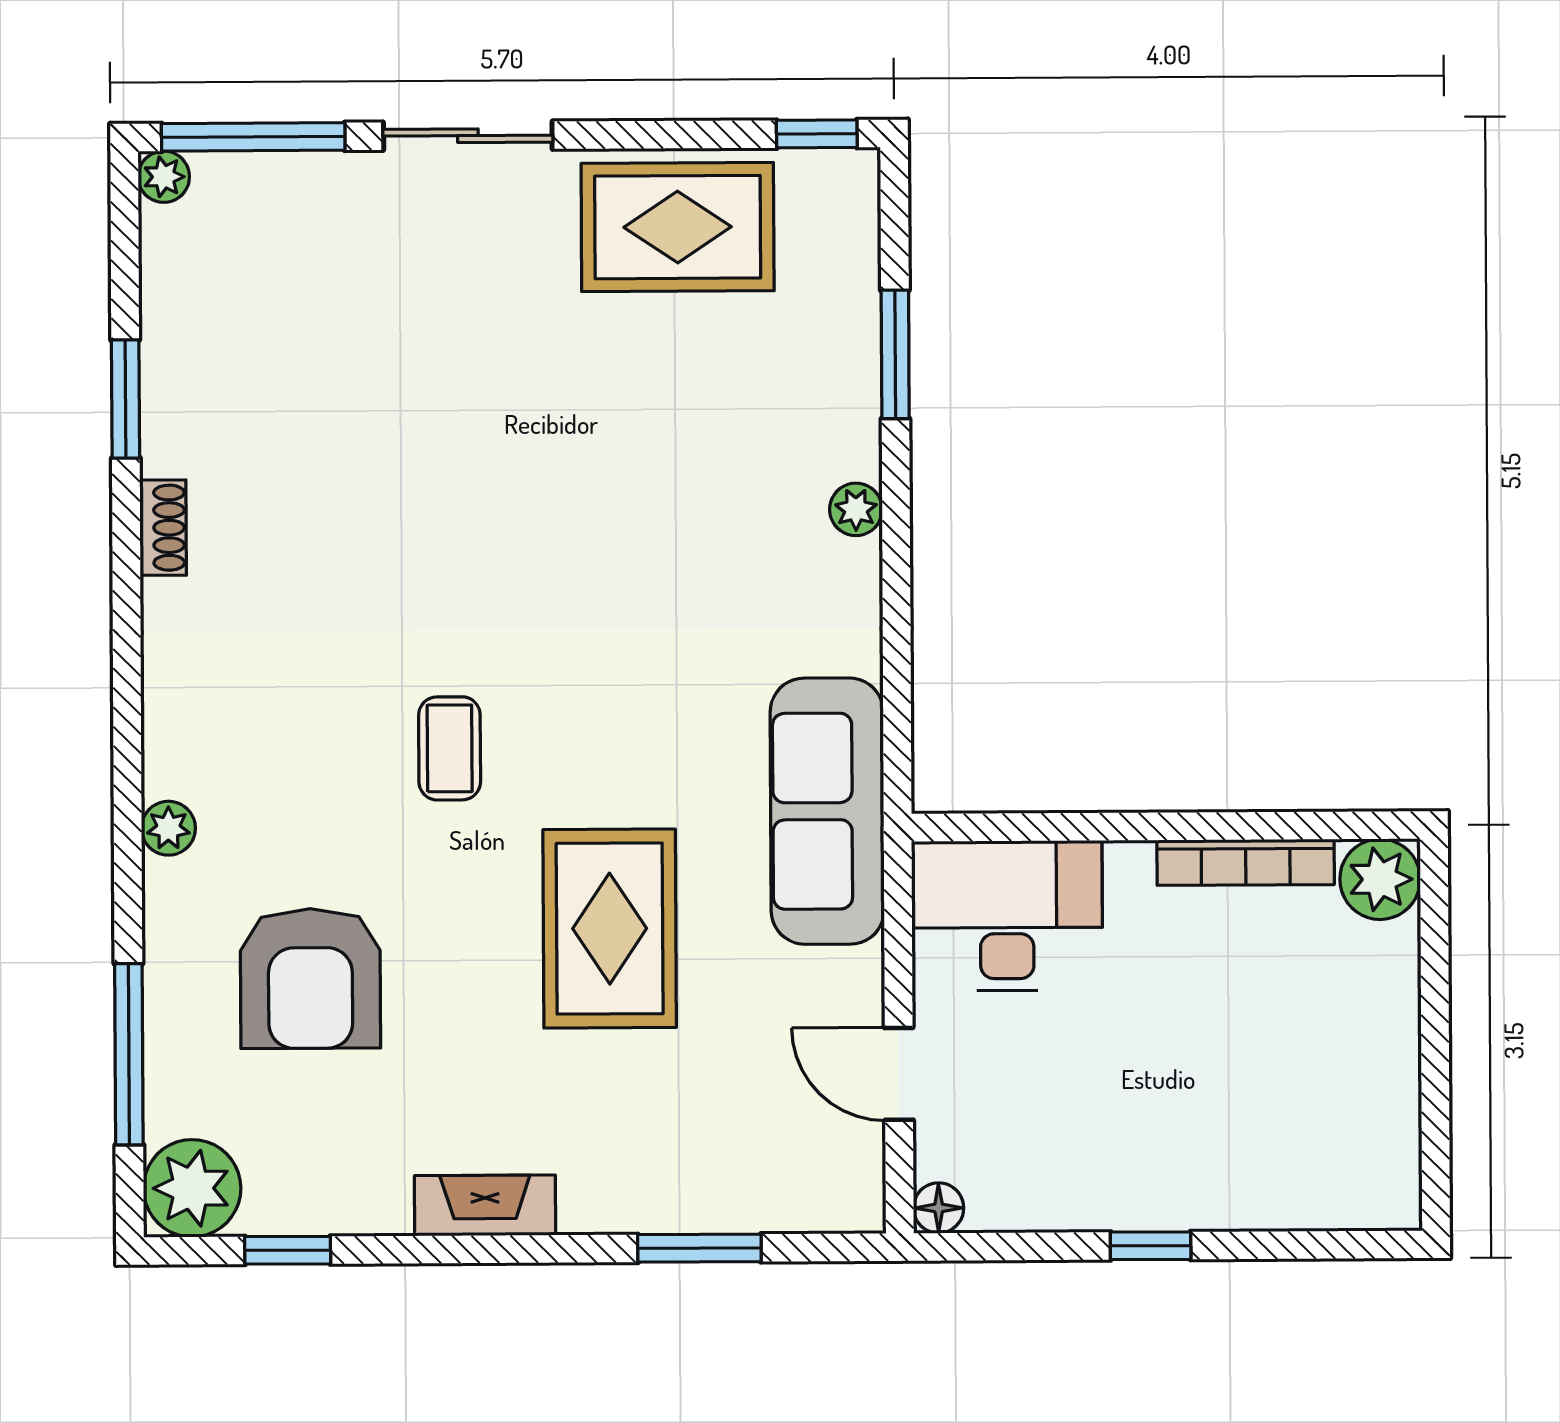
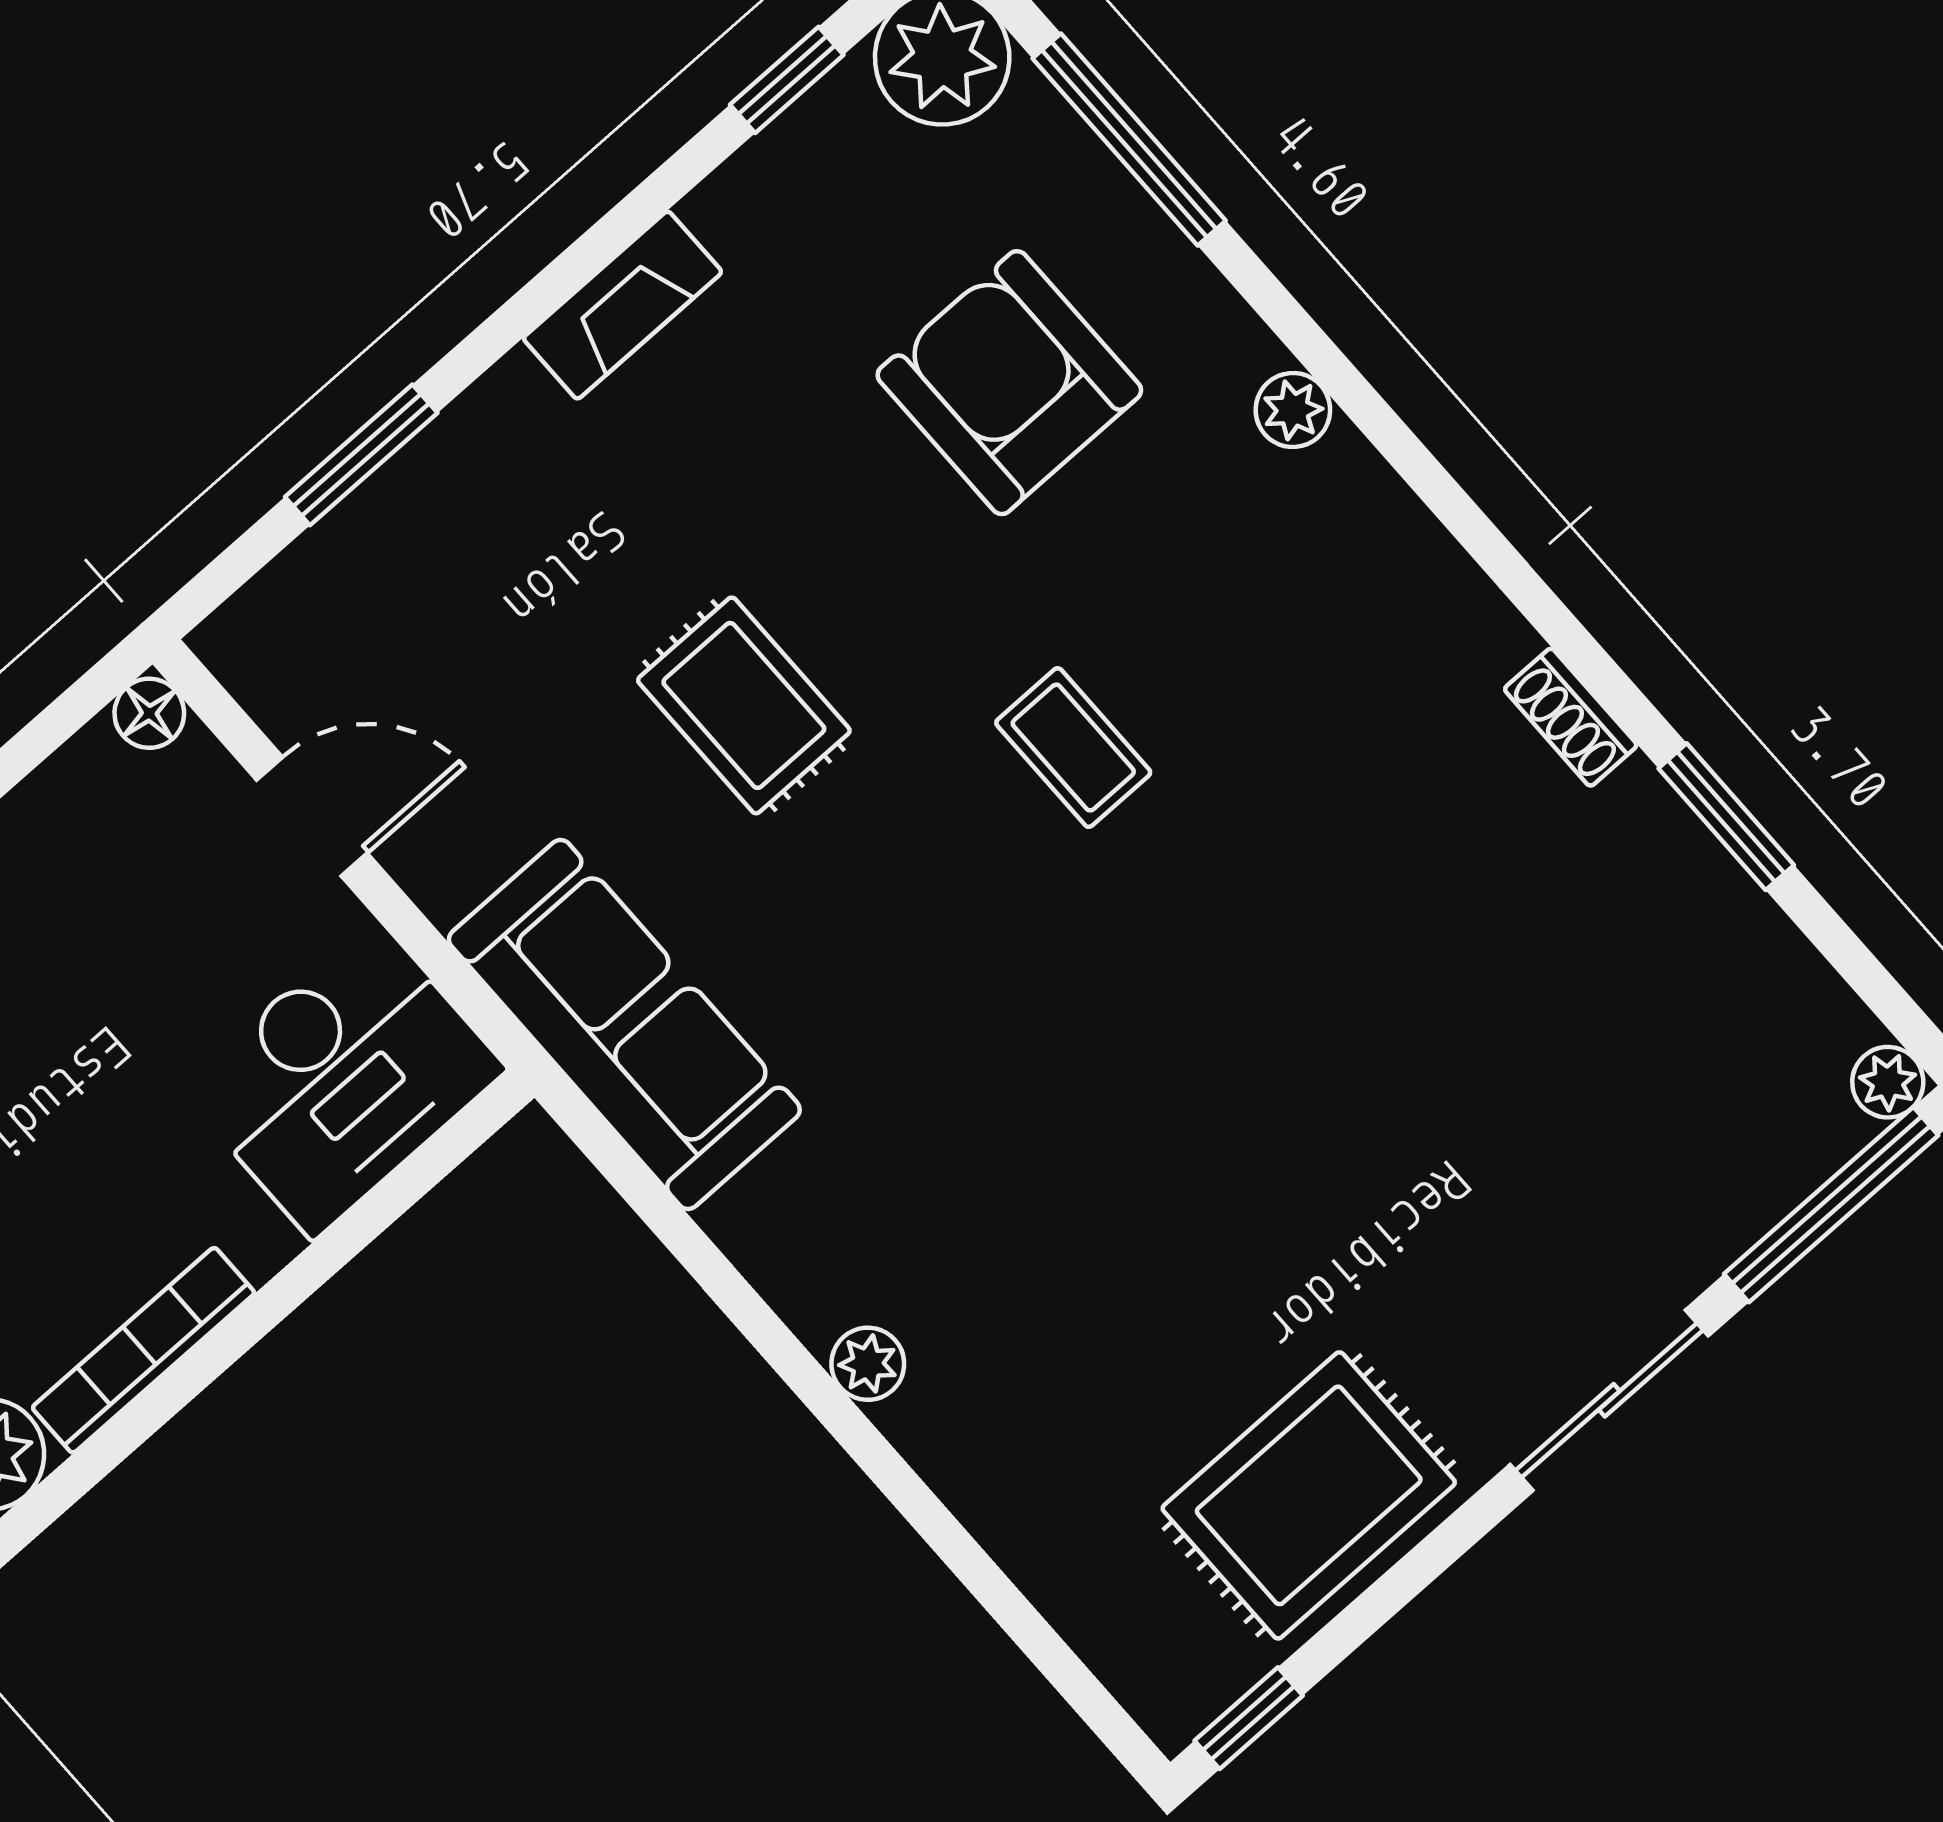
window: (895, 354) -> (967, 1560), removed
rug: (610, 929) -> (744, 705), width x0.73, depth x0.70

